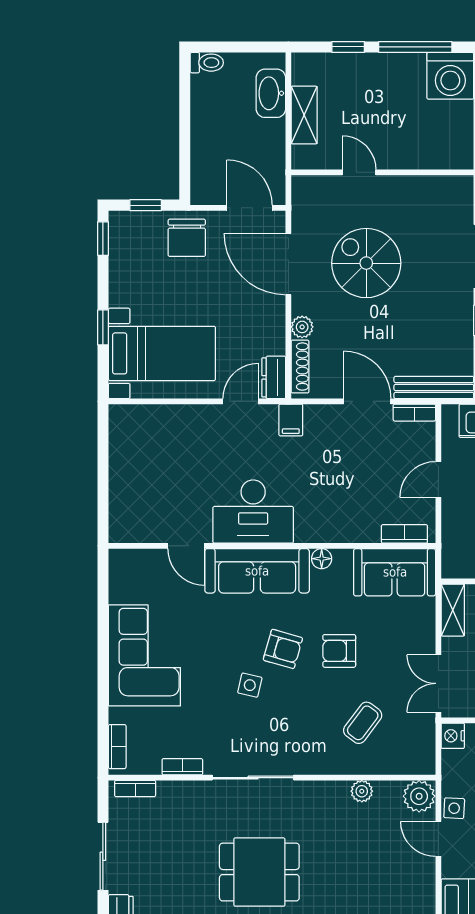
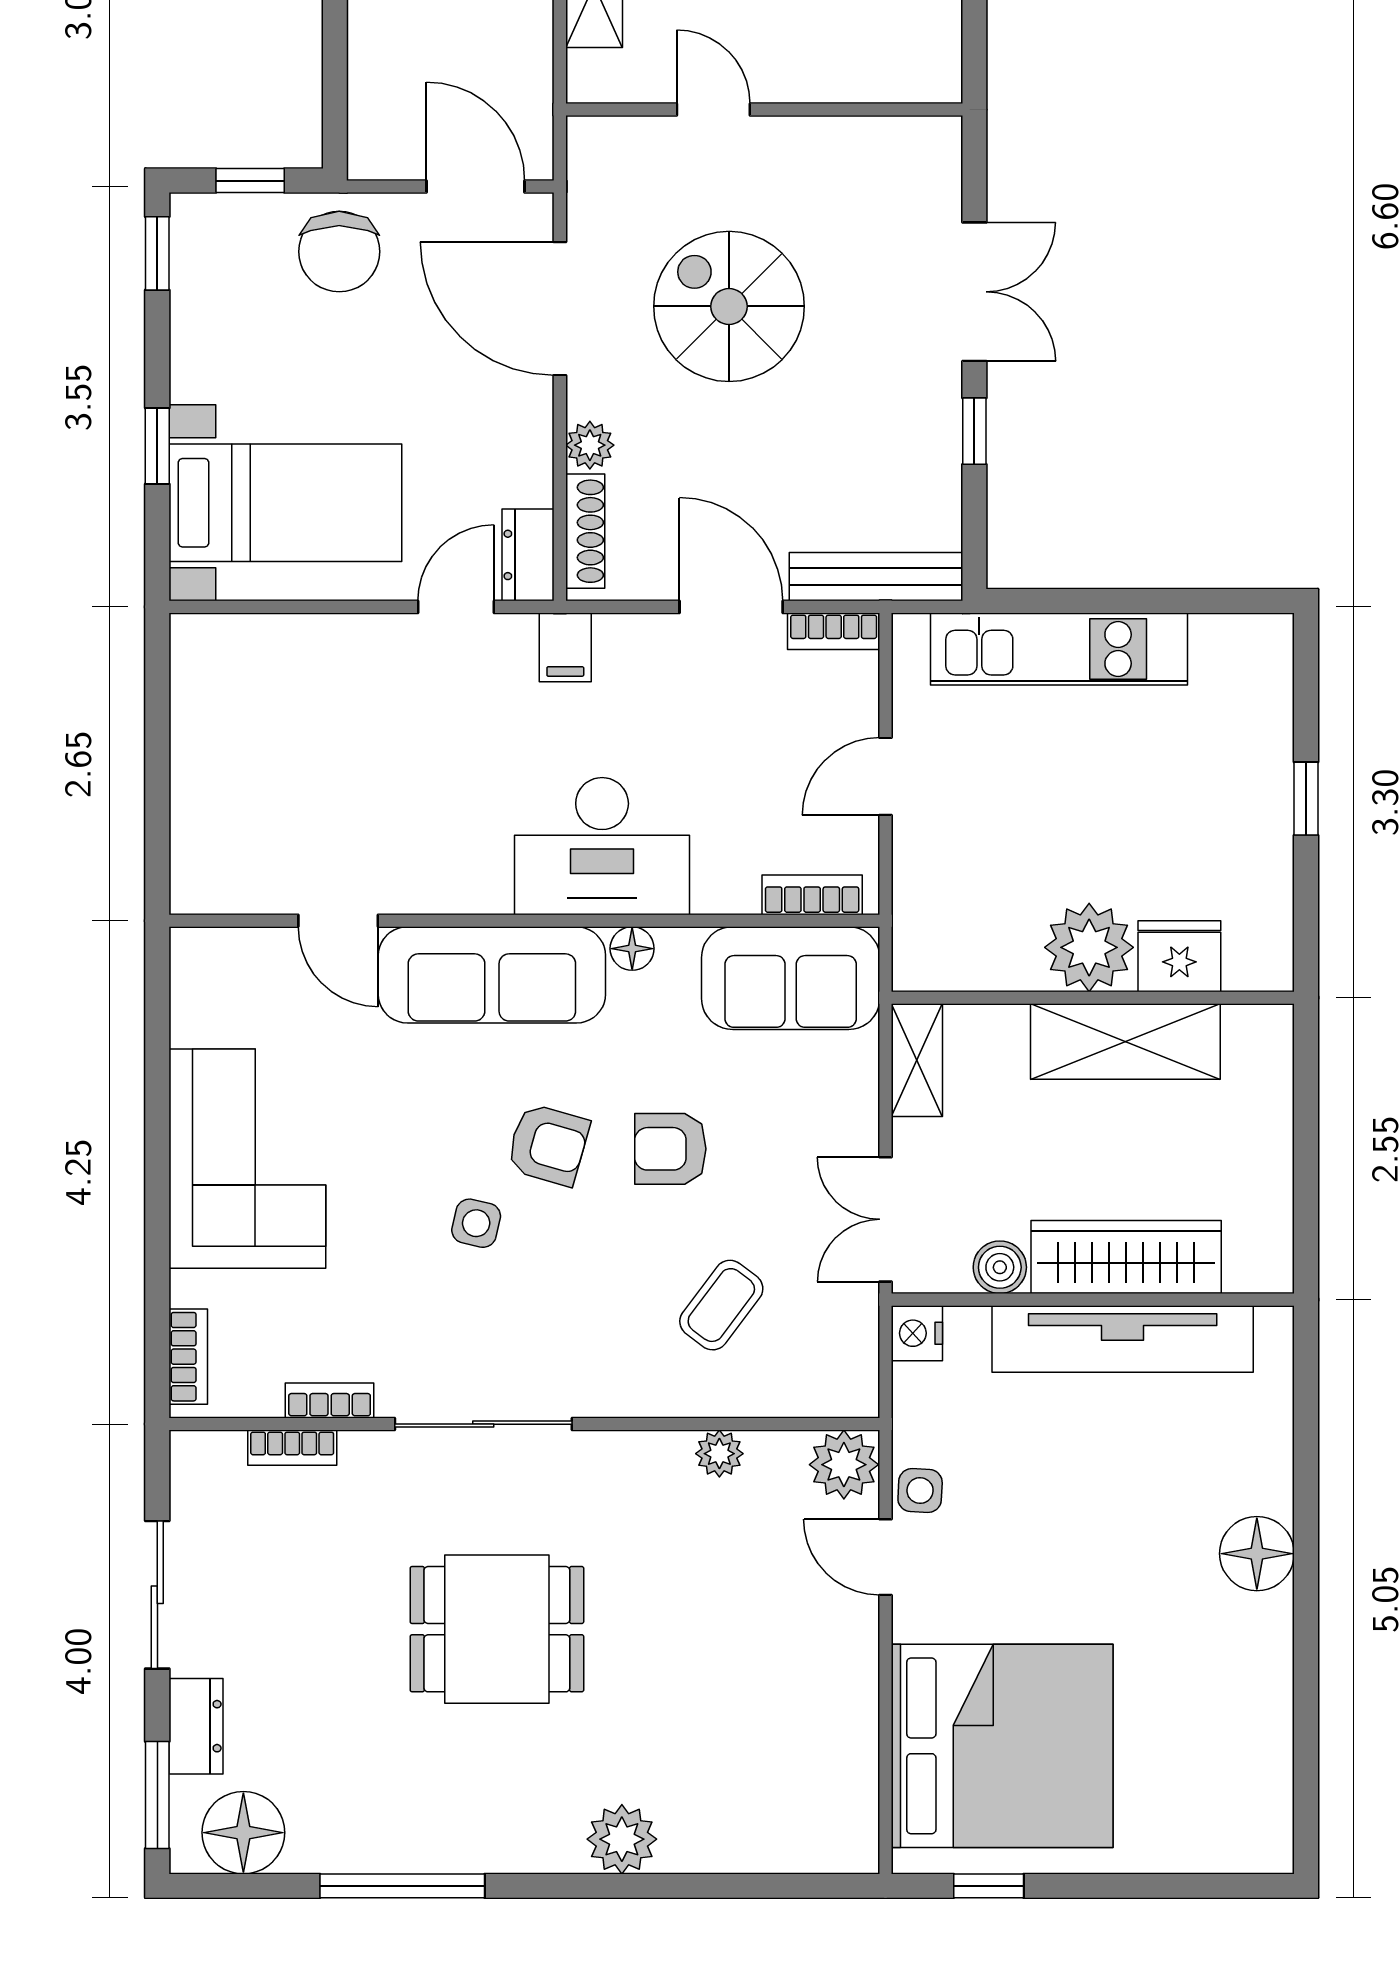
desk: (253, 512) -> (602, 846), moved
bookcase: (135, 788) -> (292, 1448), moved

